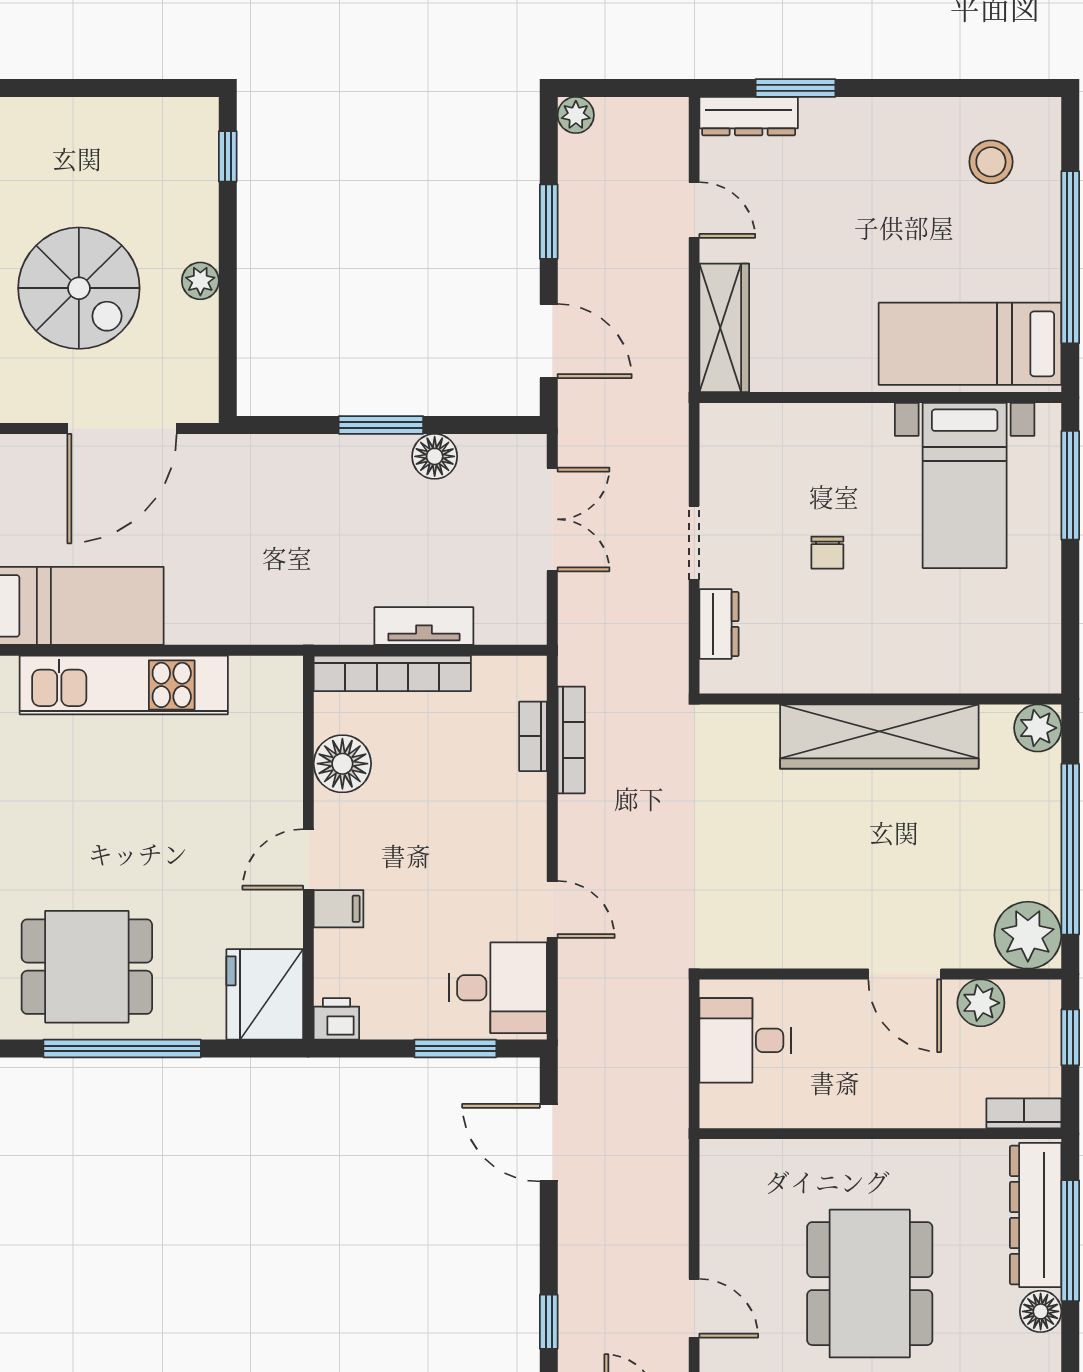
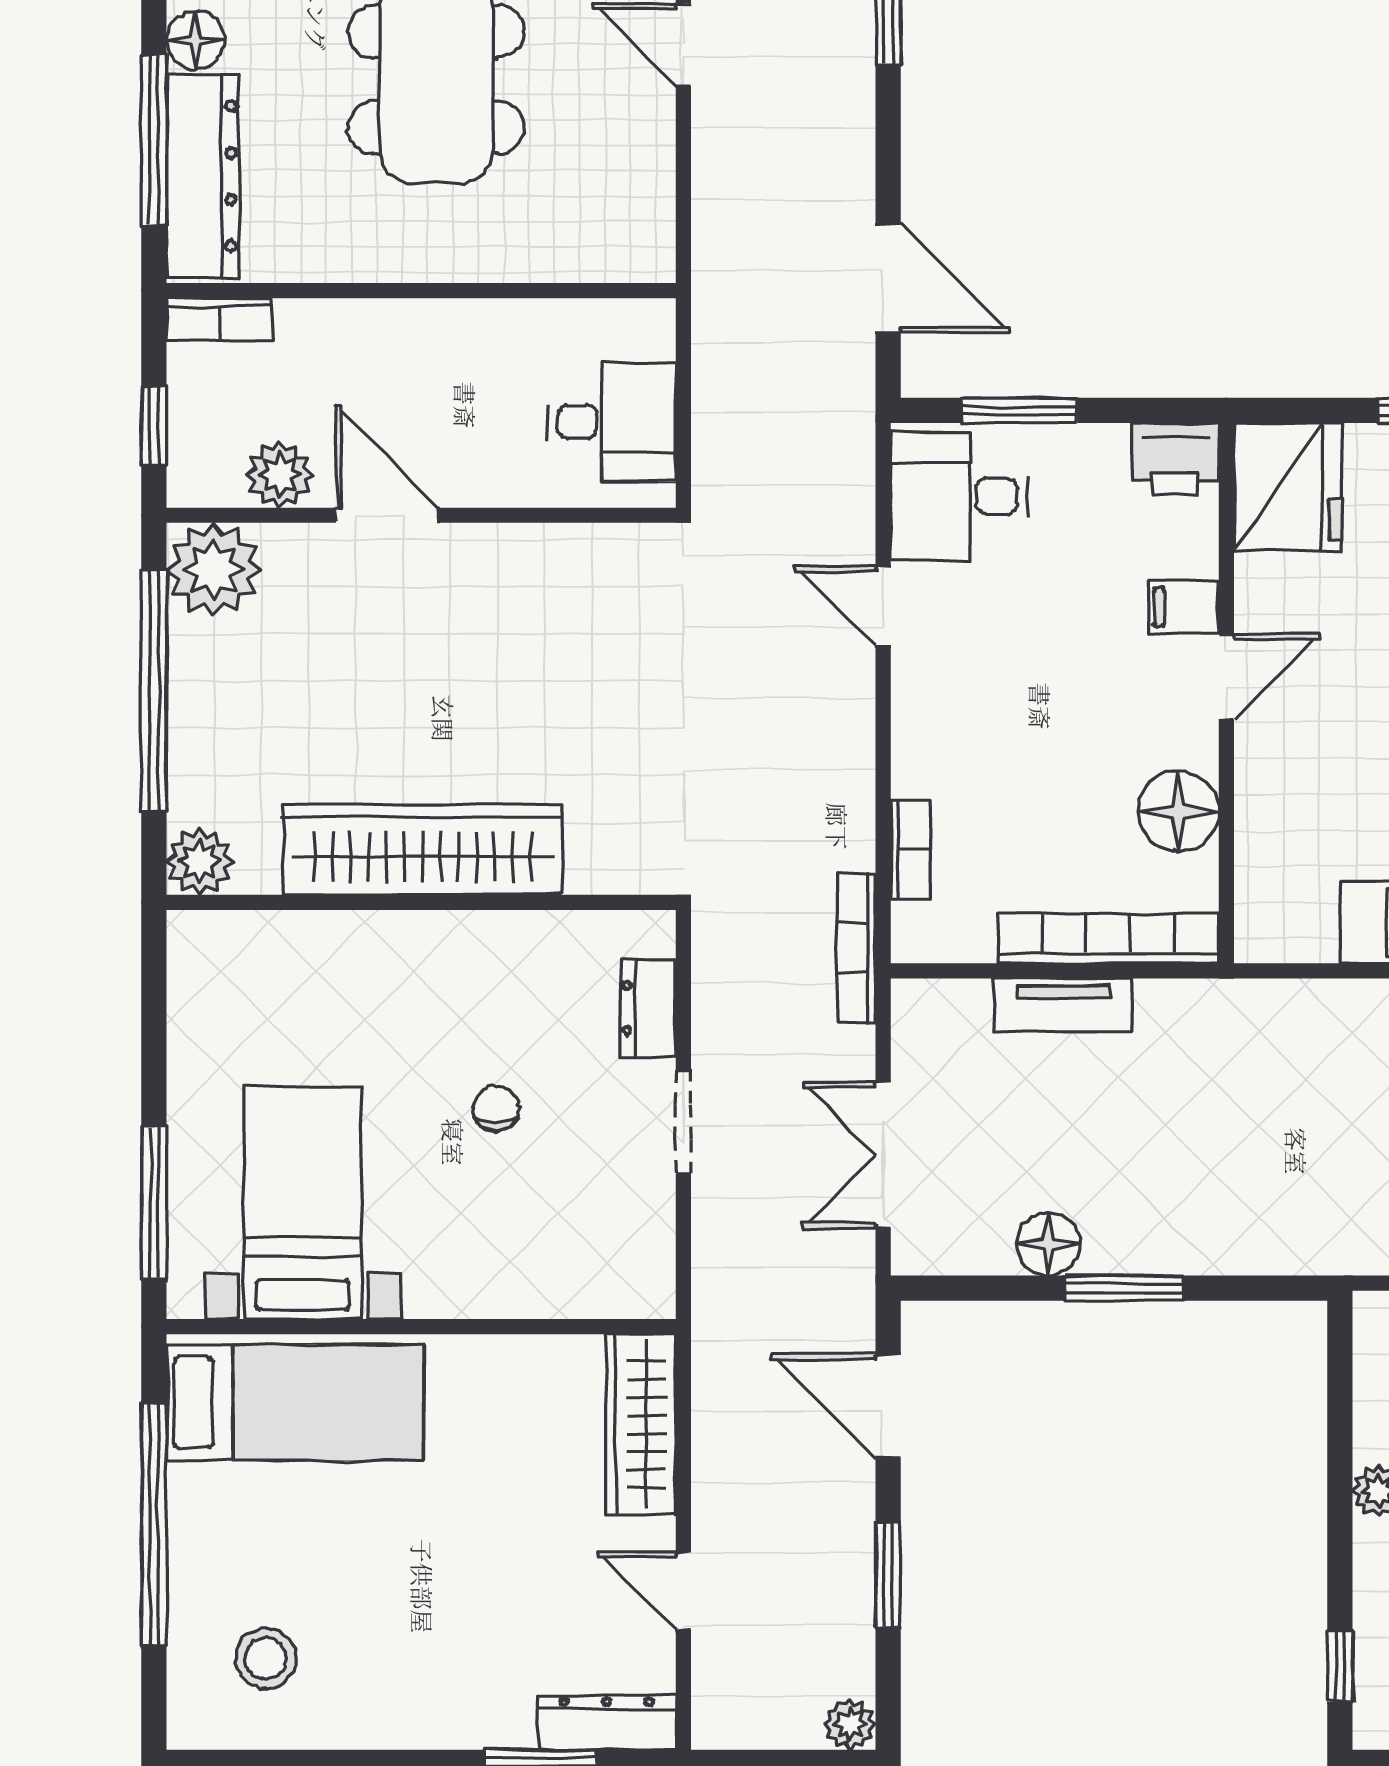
bookcase: (571, 740) -> (856, 948), moved
printer: (336, 1019) -> (1175, 459), width x1.36, depth x1.24

